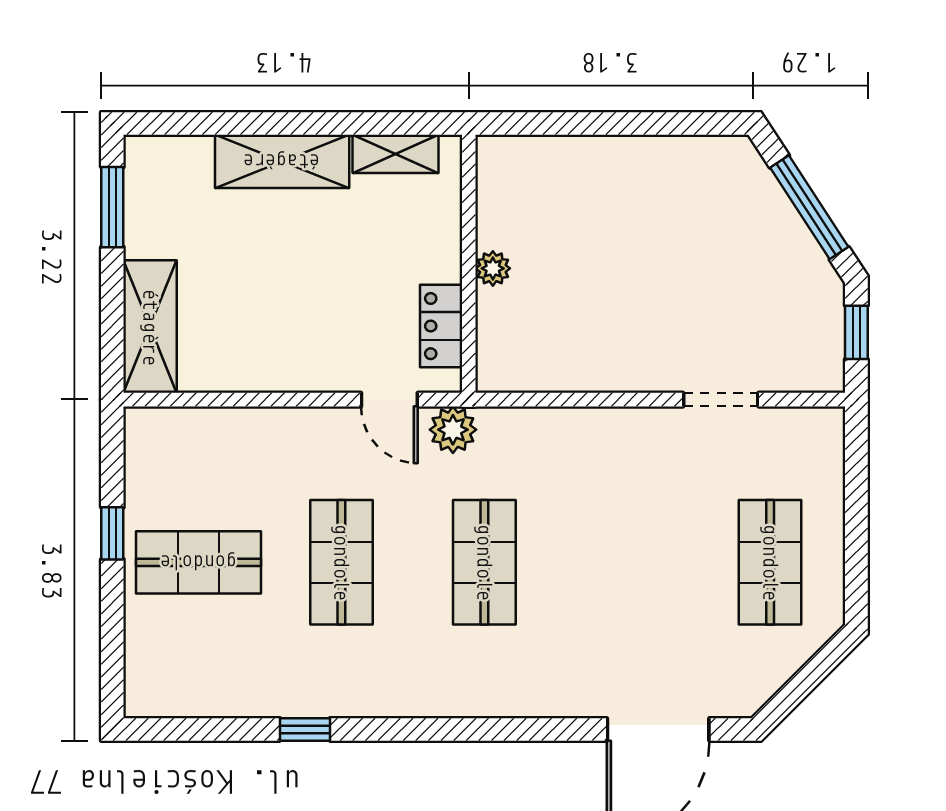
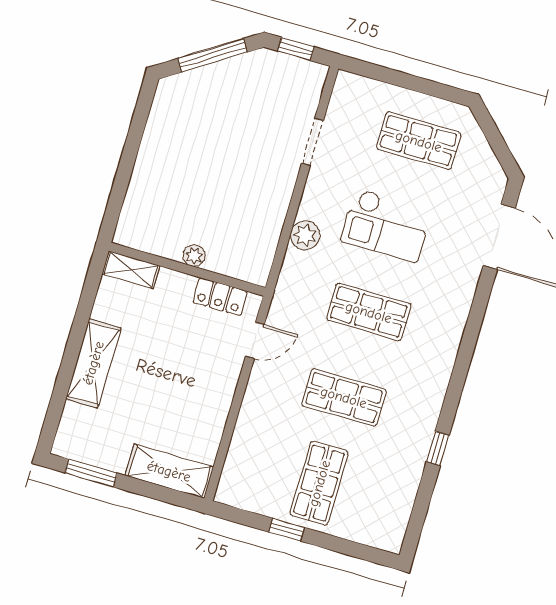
shelving: (396, 154) -> (131, 270), moved, turned 90
plant: (453, 430) -> (305, 235), moved
checkout: (625, 551) -> (386, 225), added

